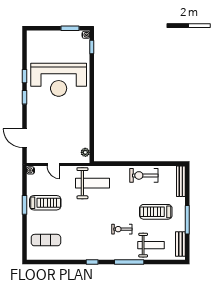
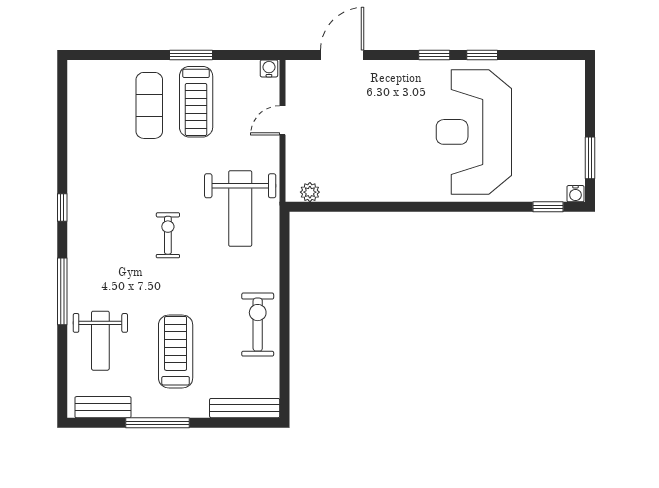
exercise bike: (122, 229) -> (168, 235), moved
exercise mat: (46, 240) -> (149, 105), moved

